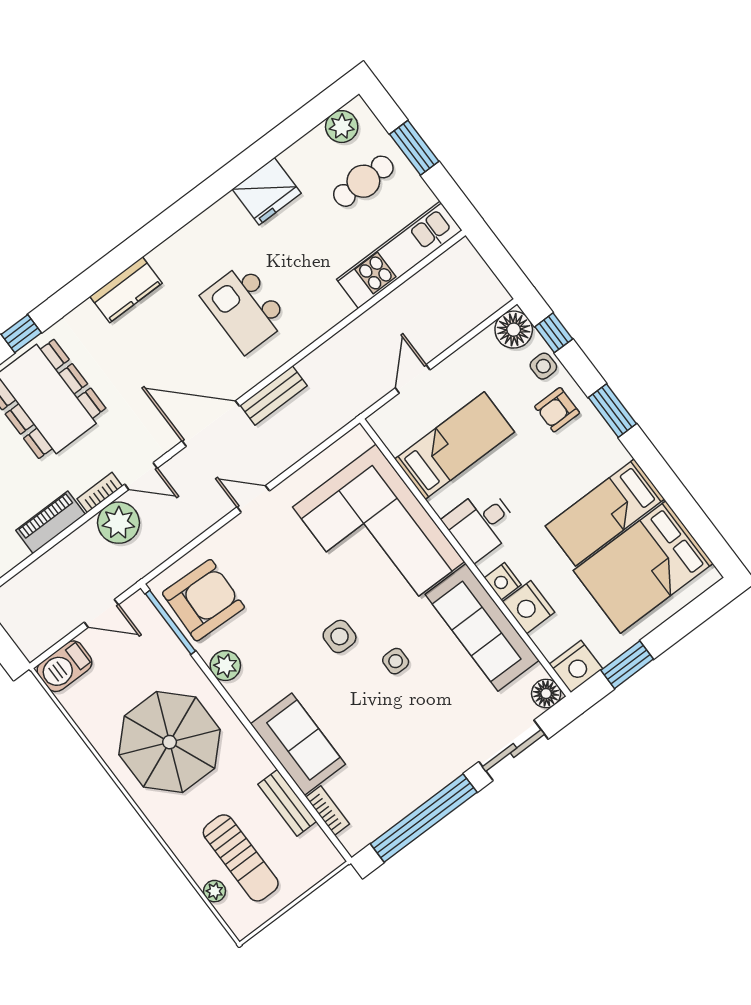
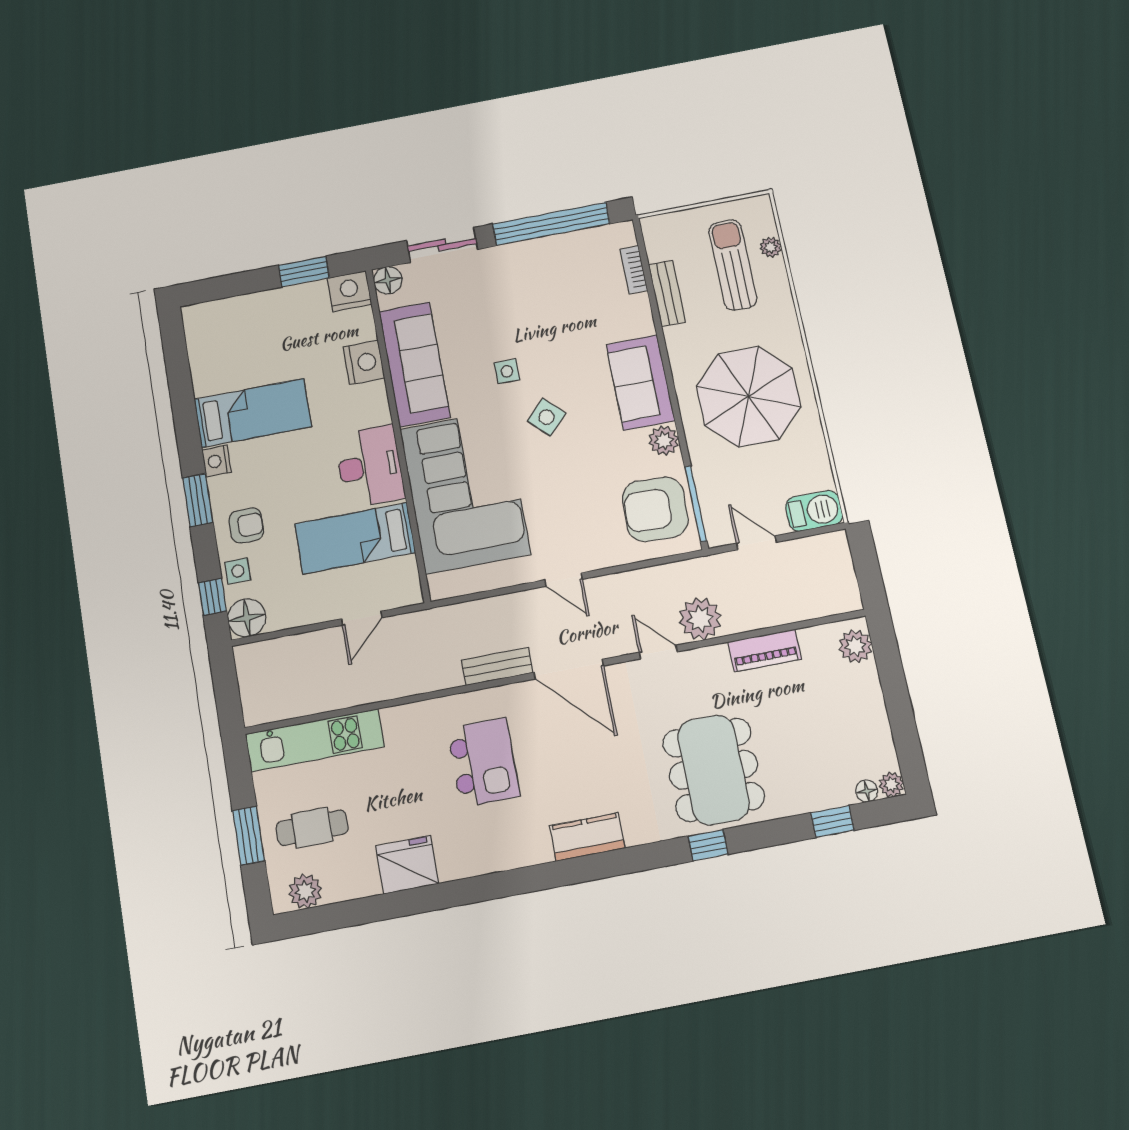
bookcase: (100, 493) -> (705, 656), removed
desk: (481, 524) -> (370, 466), width x1.37
bed: (643, 567) -> (245, 349), removed
nightstand: (503, 581) -> (217, 461), moved, turned 180
side table: (340, 636) -> (547, 417), turned 45
sofa: (298, 744) -> (641, 382), moved

